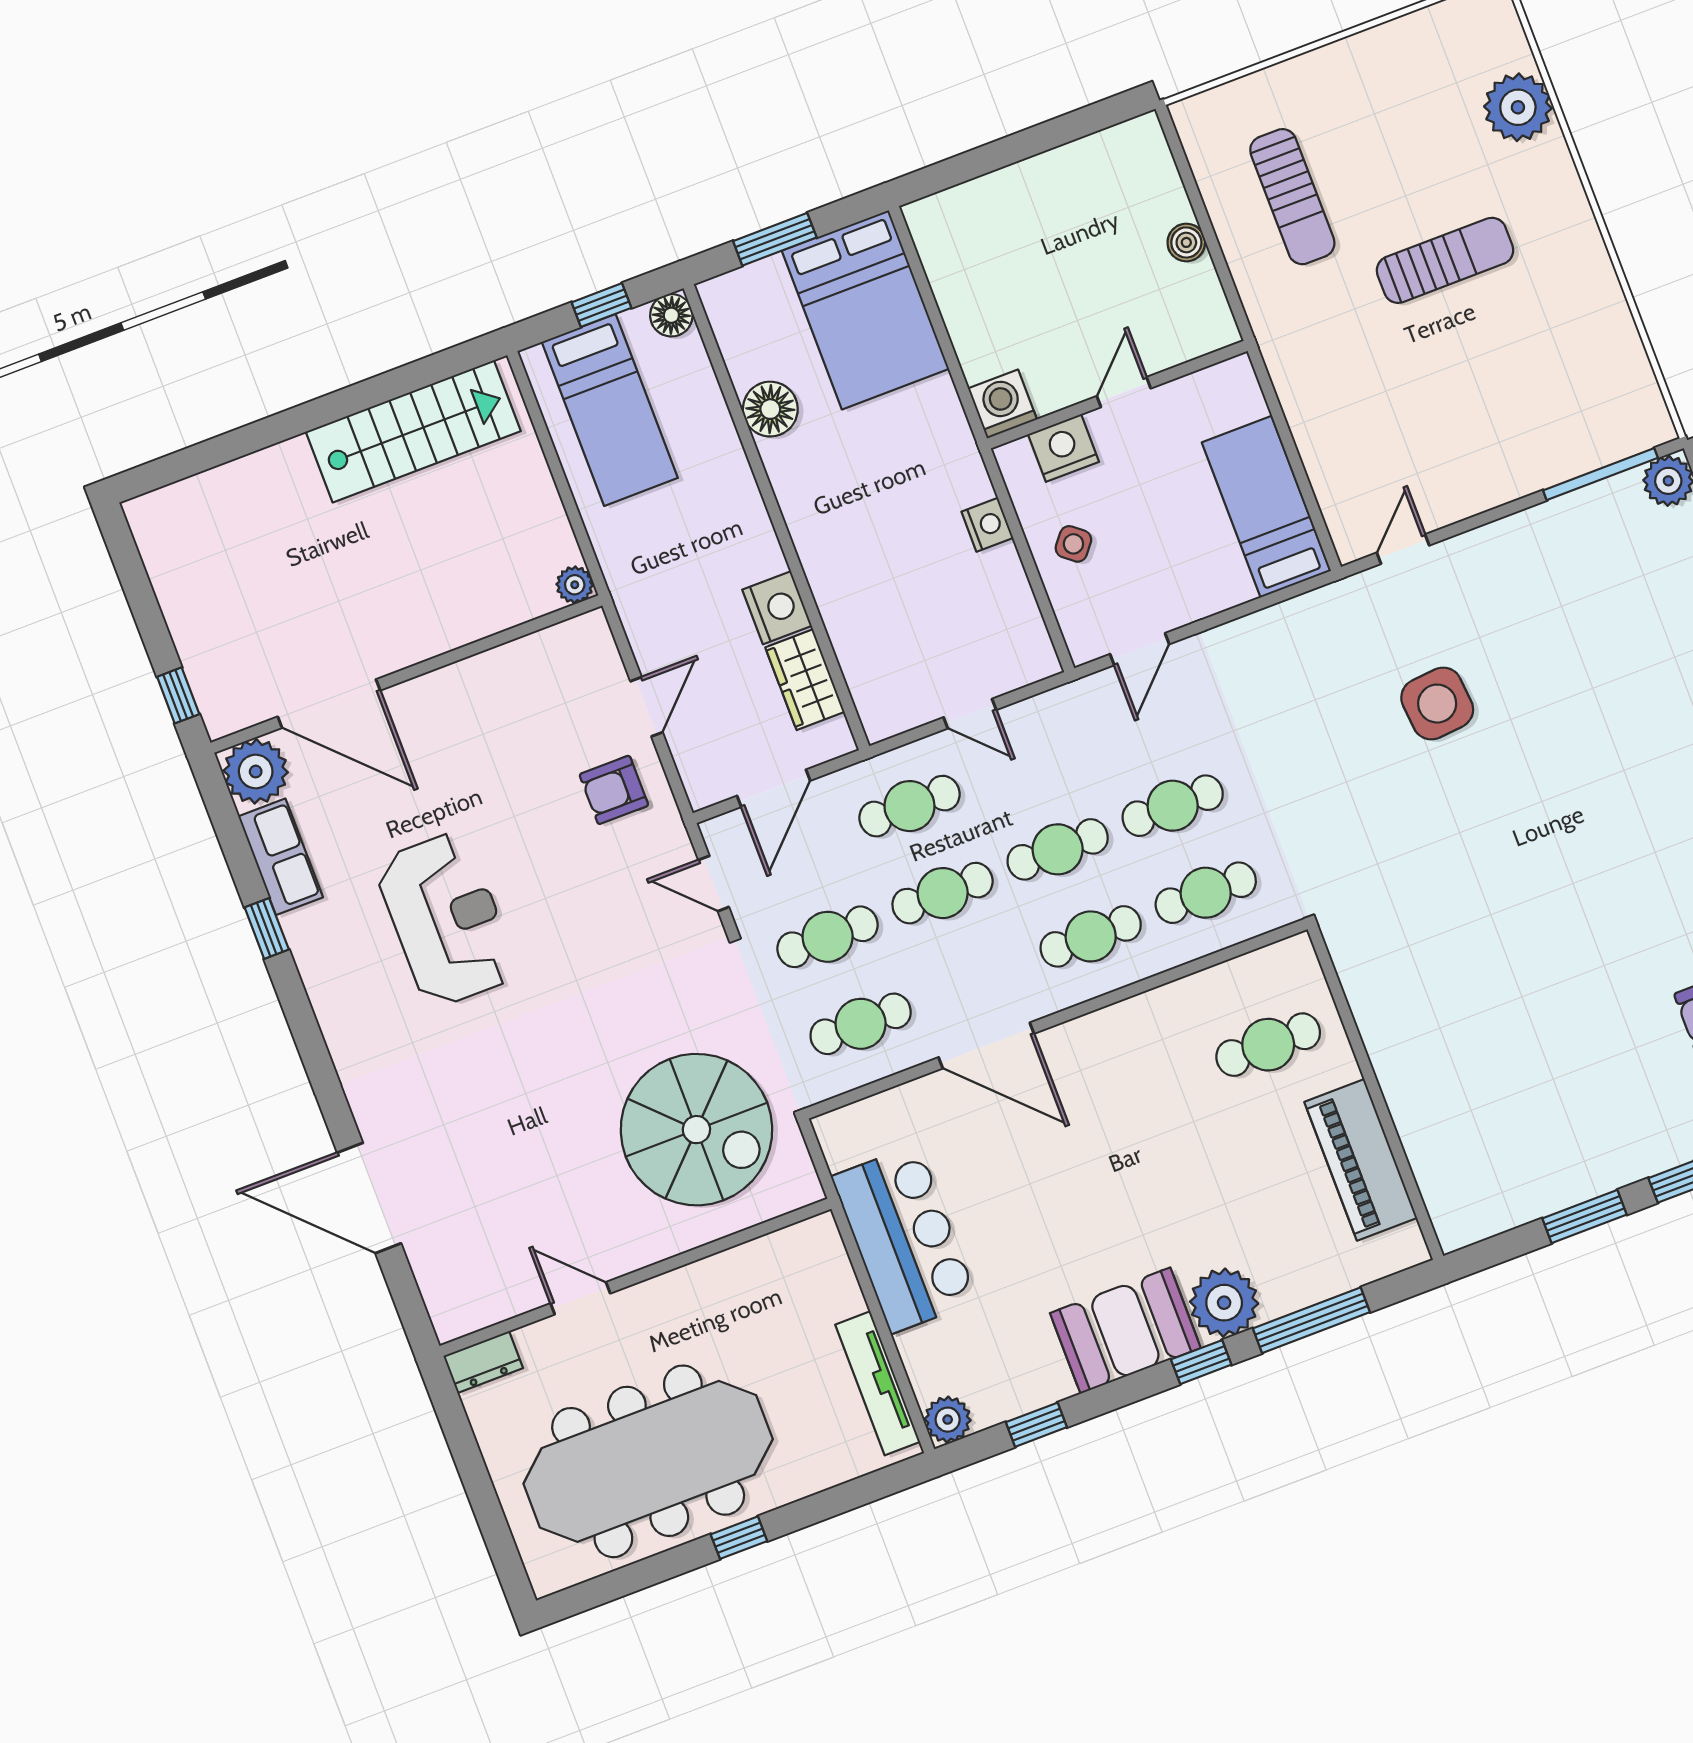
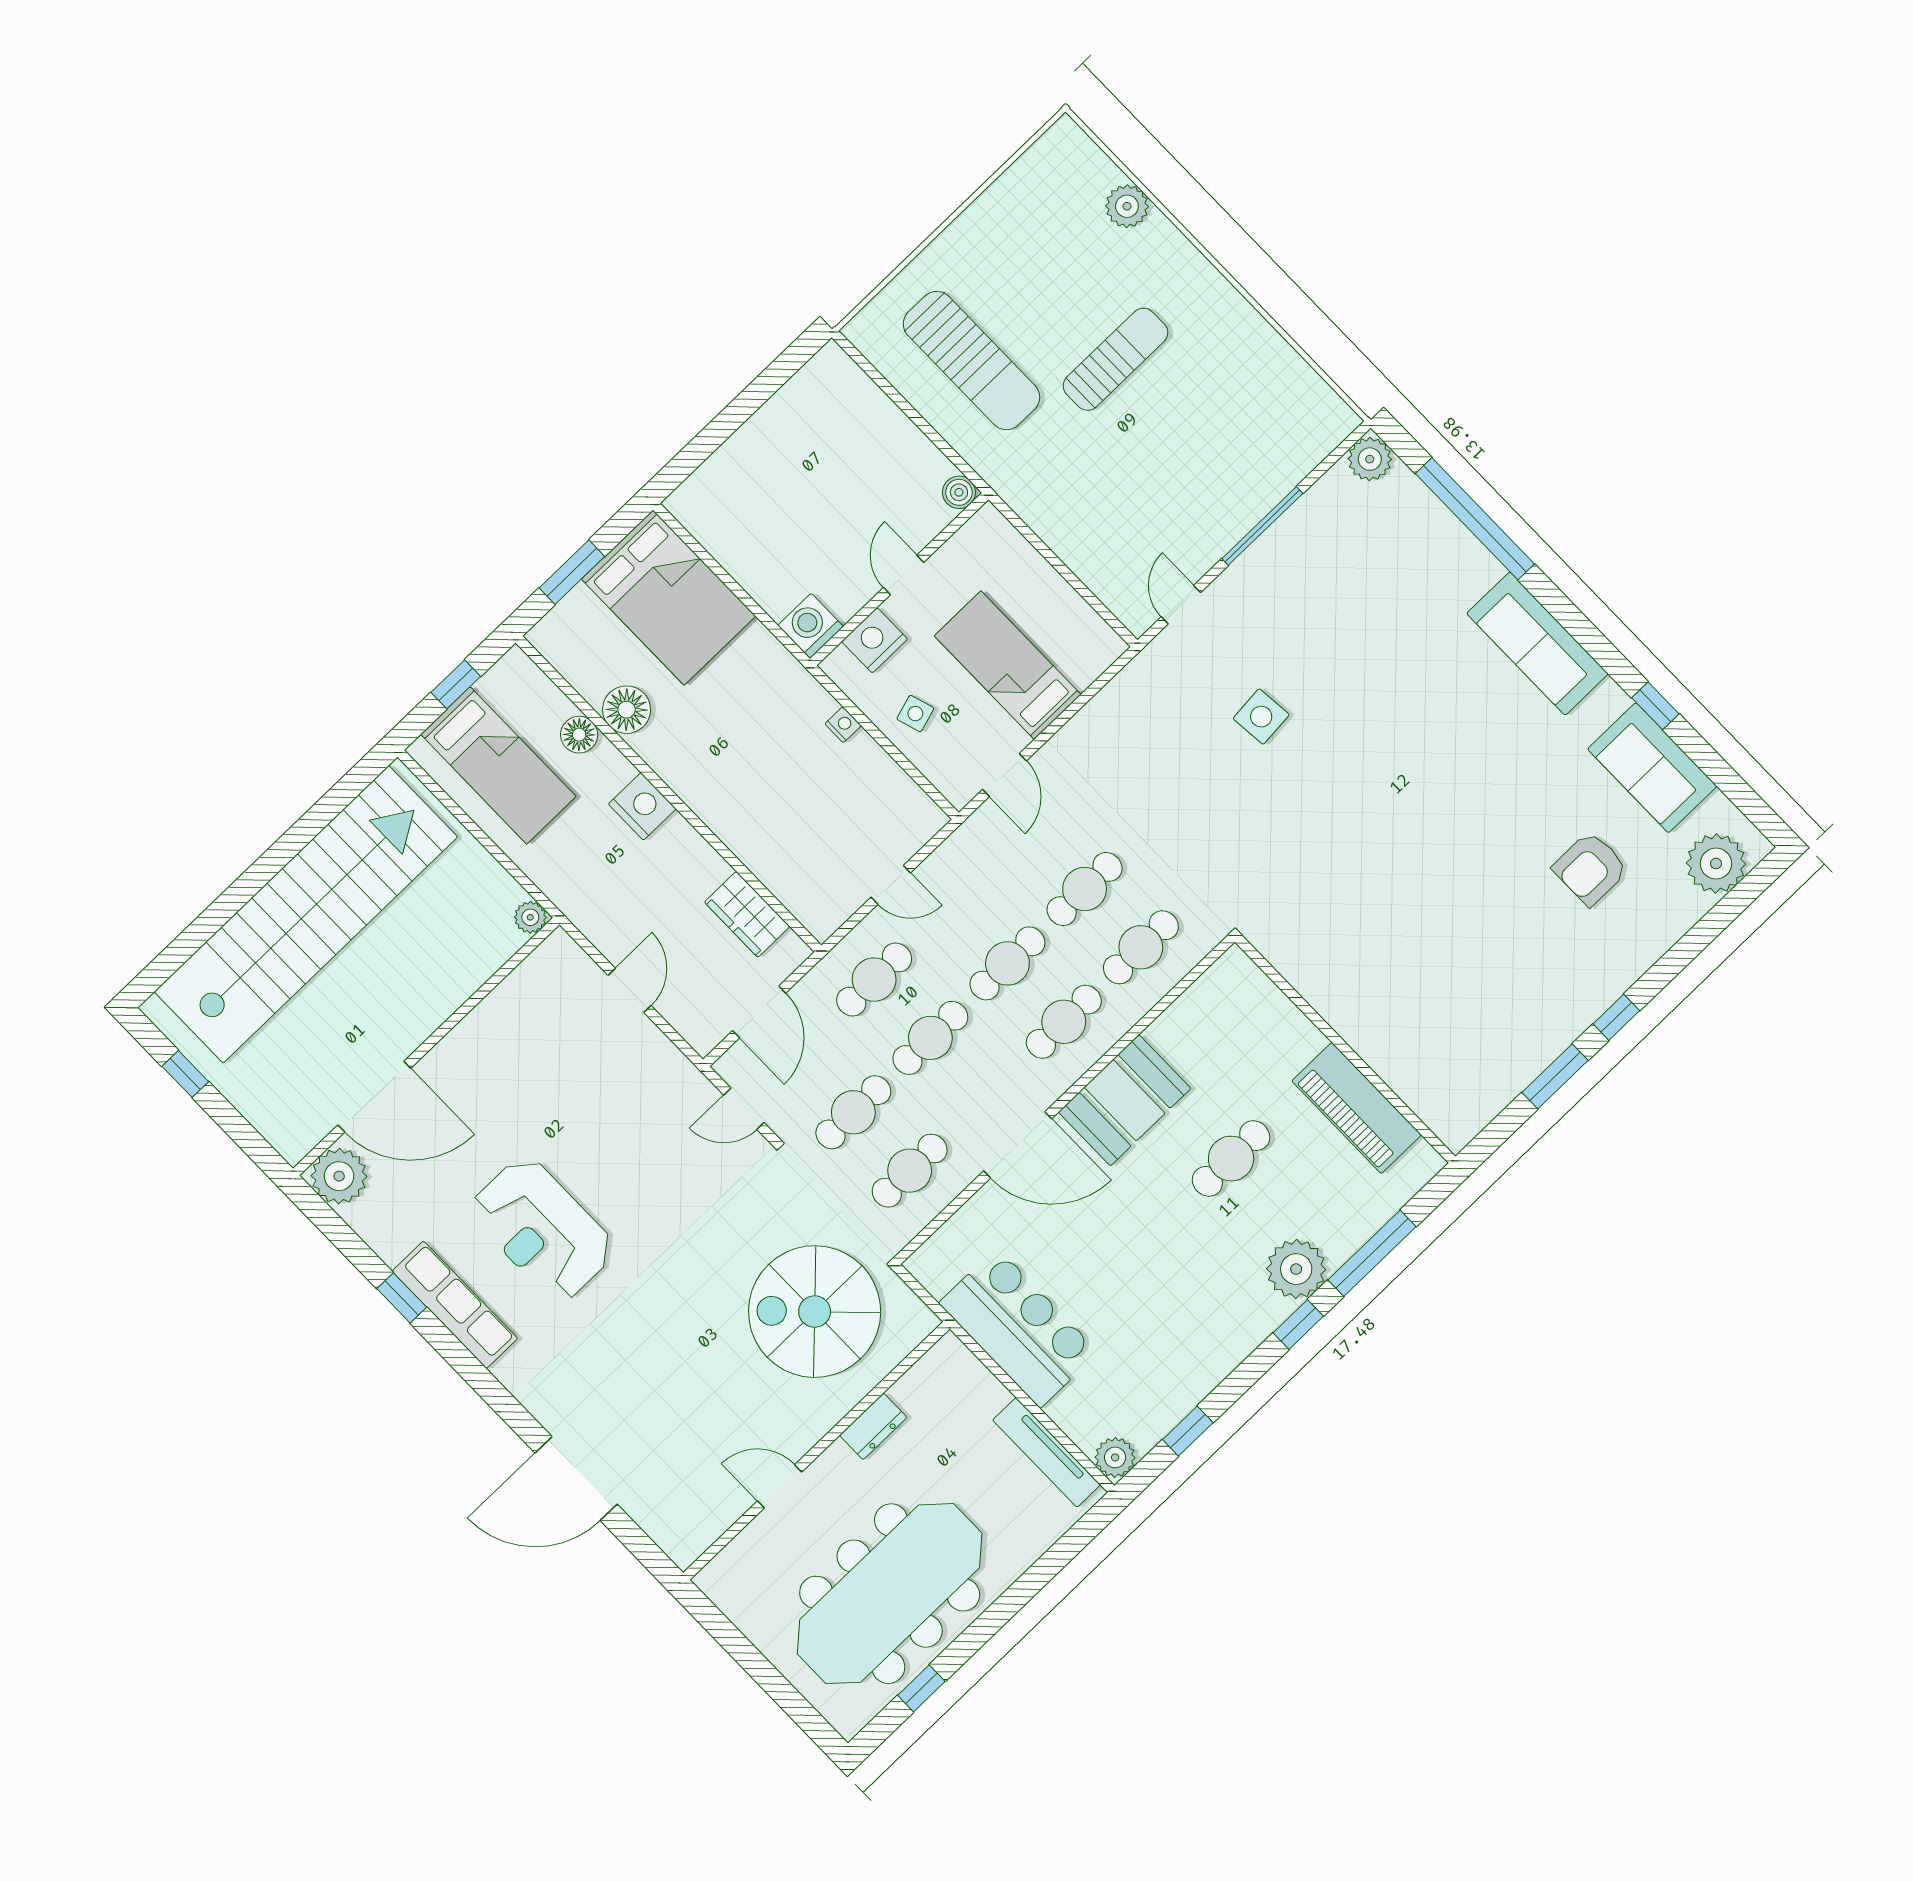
plant: (1518, 107) -> (1127, 206), width x0.73, depth x0.73
sun lounger: (1292, 197) -> (971, 361), width x1.36, depth x1.34
boiler: (1186, 242) -> (959, 492), moved
floor lamp: (671, 315) -> (579, 735), moved
stairs: (413, 431) -> (306, 914), width x1.86, depth x1.51
window: (1600, 474) -> (1262, 526), moved
bed: (1266, 507) -> (1008, 665), moved
nightstand: (987, 525) -> (843, 725), width x0.72, depth x0.74
side table: (1073, 544) -> (915, 714), turned 34
nightstand: (777, 608) -> (642, 806), moved
window: (178, 695) -> (185, 1074), moved
side table: (1437, 704) -> (1261, 717), width x0.73, depth x0.73
armchair: (614, 790) -> (632, 1068), removed
row of seats: (281, 857) -> (455, 1305), moved, width x1.48
reception desk: (446, 919) -> (542, 1229), turned 180
cafe table: (1268, 1045) -> (1231, 1159), moved
spiral stairs: (696, 1130) -> (815, 1312), turned 180
booth: (1125, 1331) -> (1125, 1100), moved
dresser: (483, 1362) -> (873, 1426), moved
window: (739, 1538) -> (921, 1688), moved

